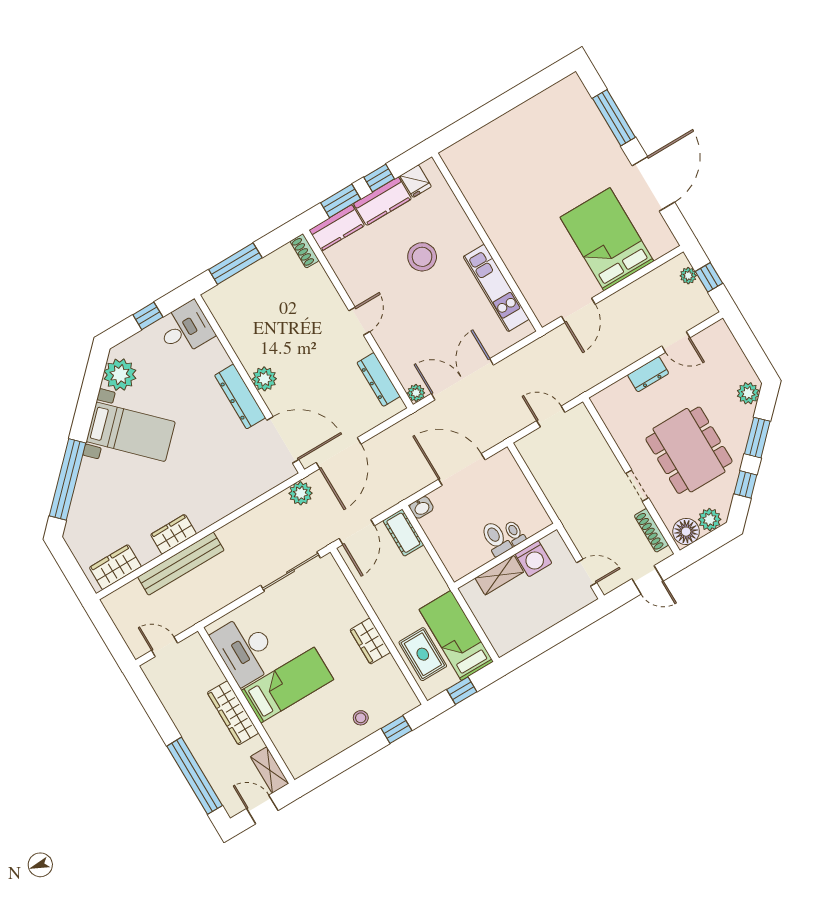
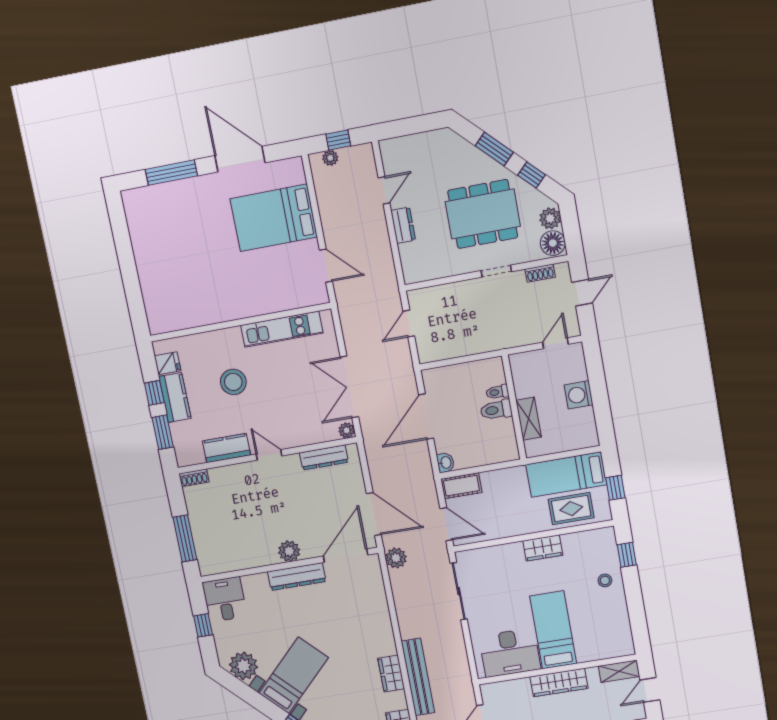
kitchen counter: (337, 228) -> (227, 448), moved, turned -90
plant: (748, 393) -> (452, 143), removed
shoe rack: (651, 530) -> (540, 273), width x0.70
washing machine: (534, 559) -> (579, 395), moved, turned 180

